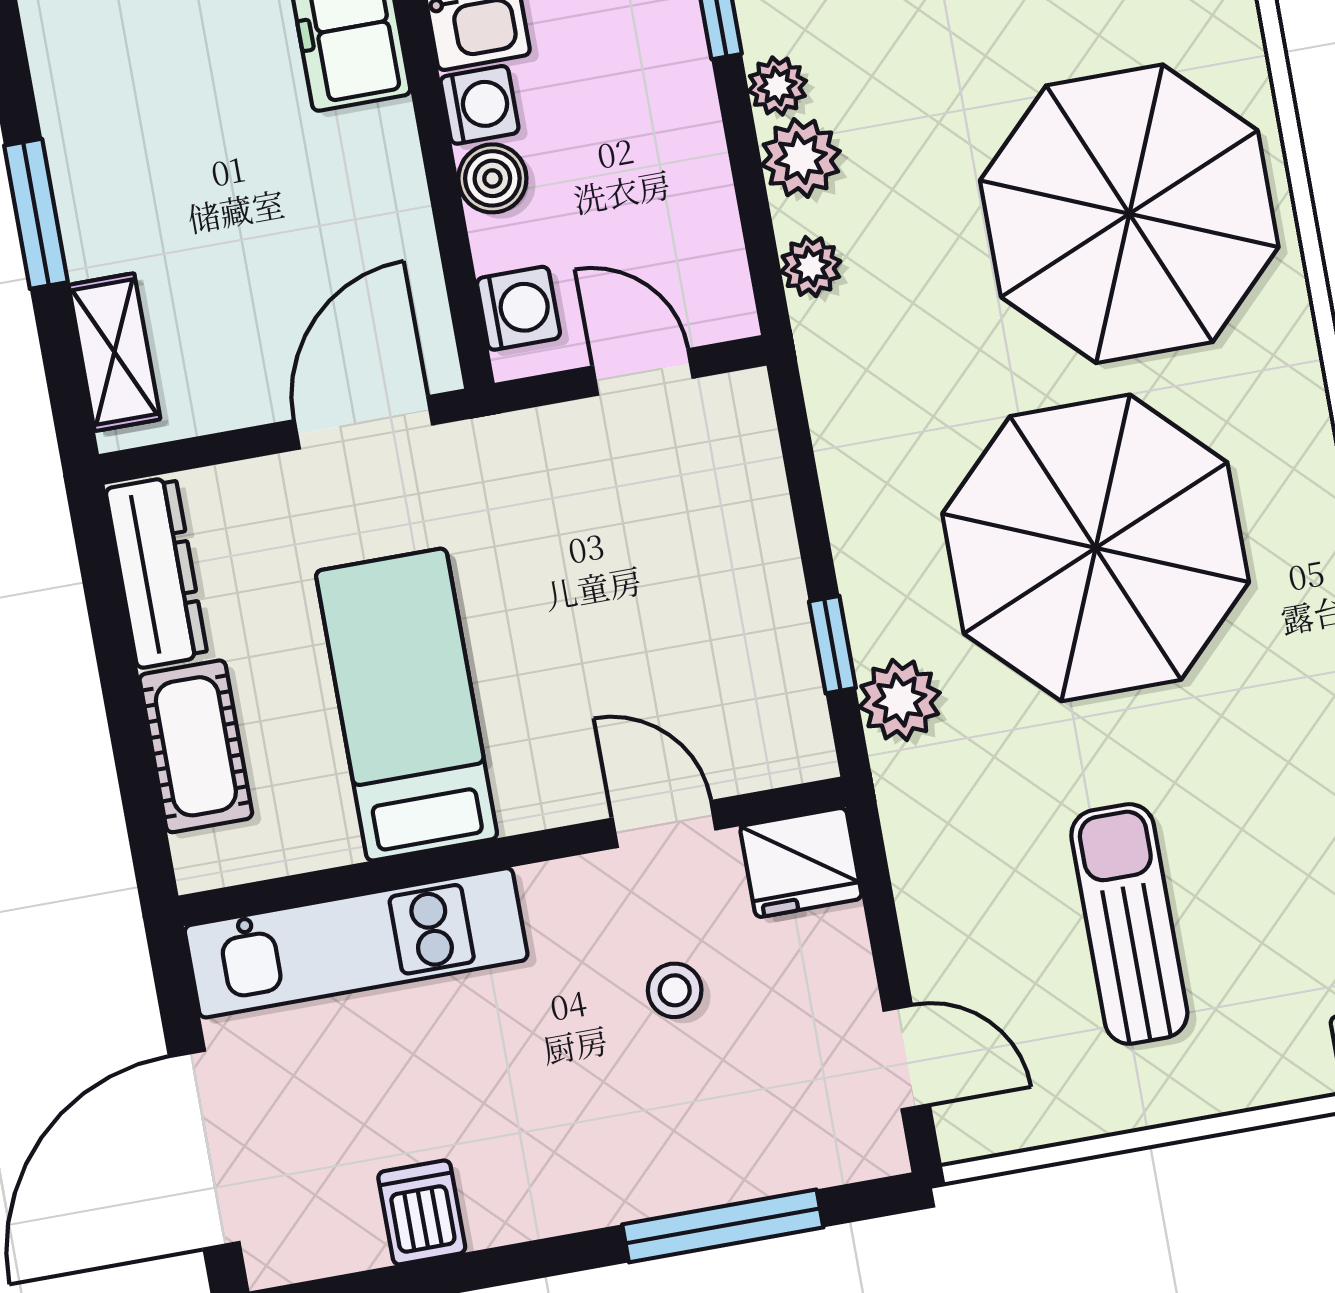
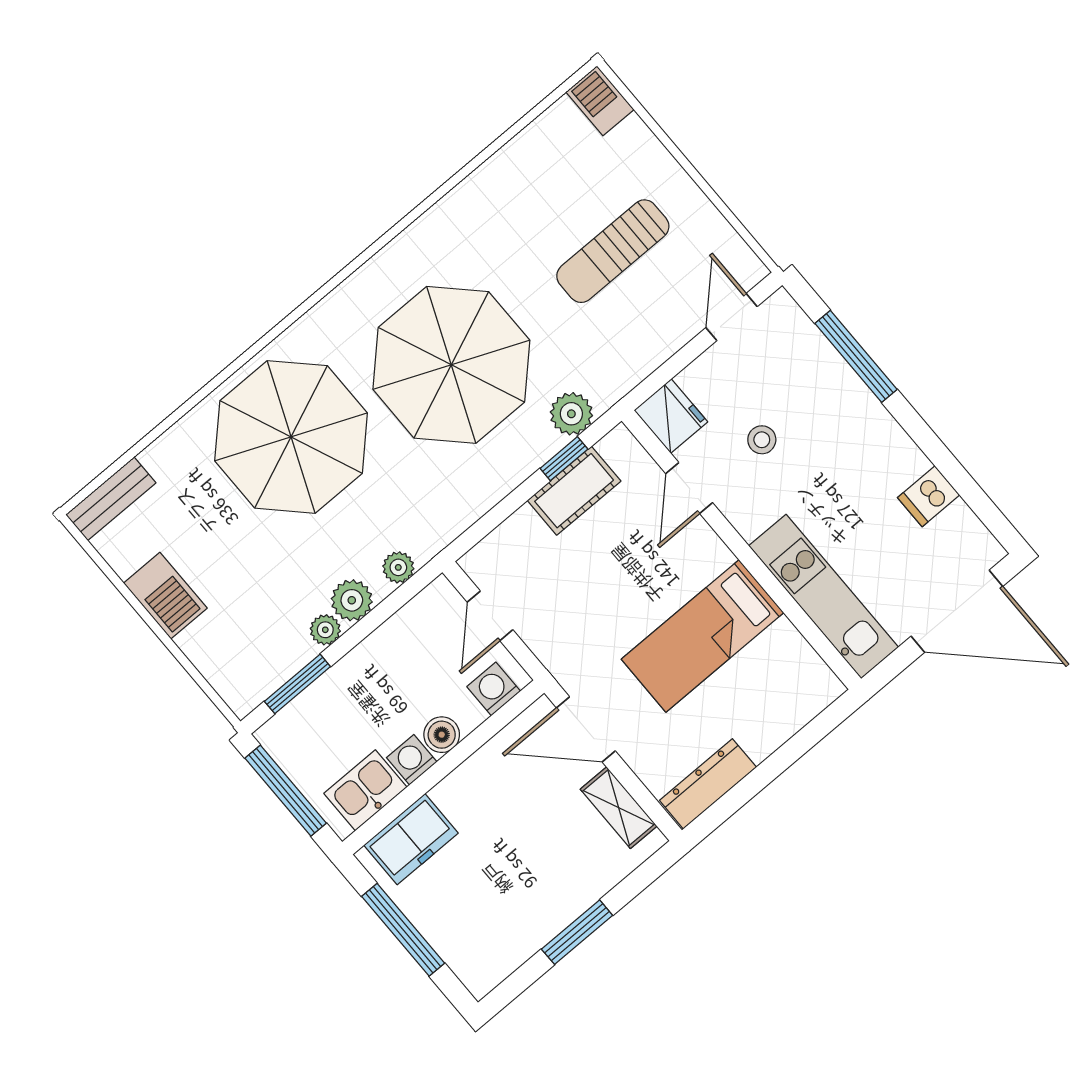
shelving: (114, 352) -> (619, 808), moved, turned 90
cot: (196, 746) -> (574, 491), moved

